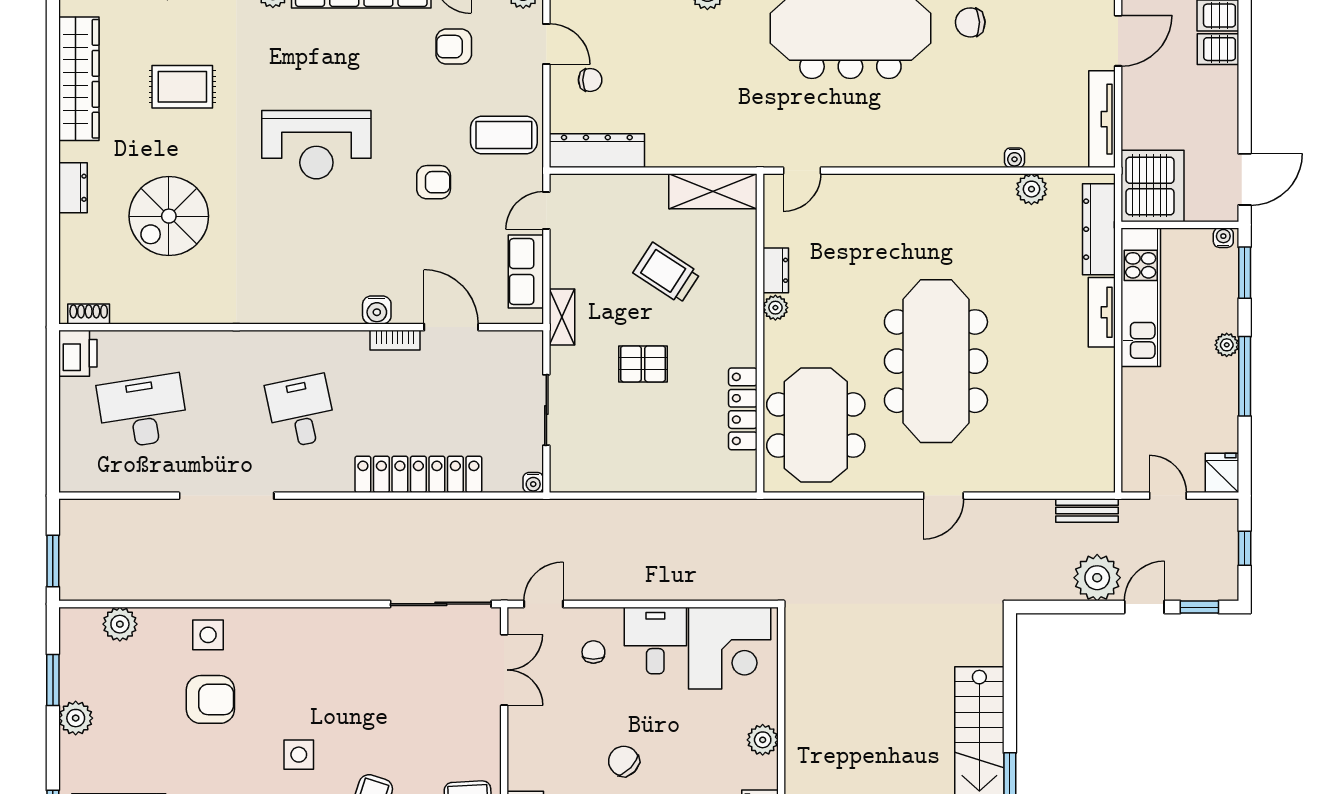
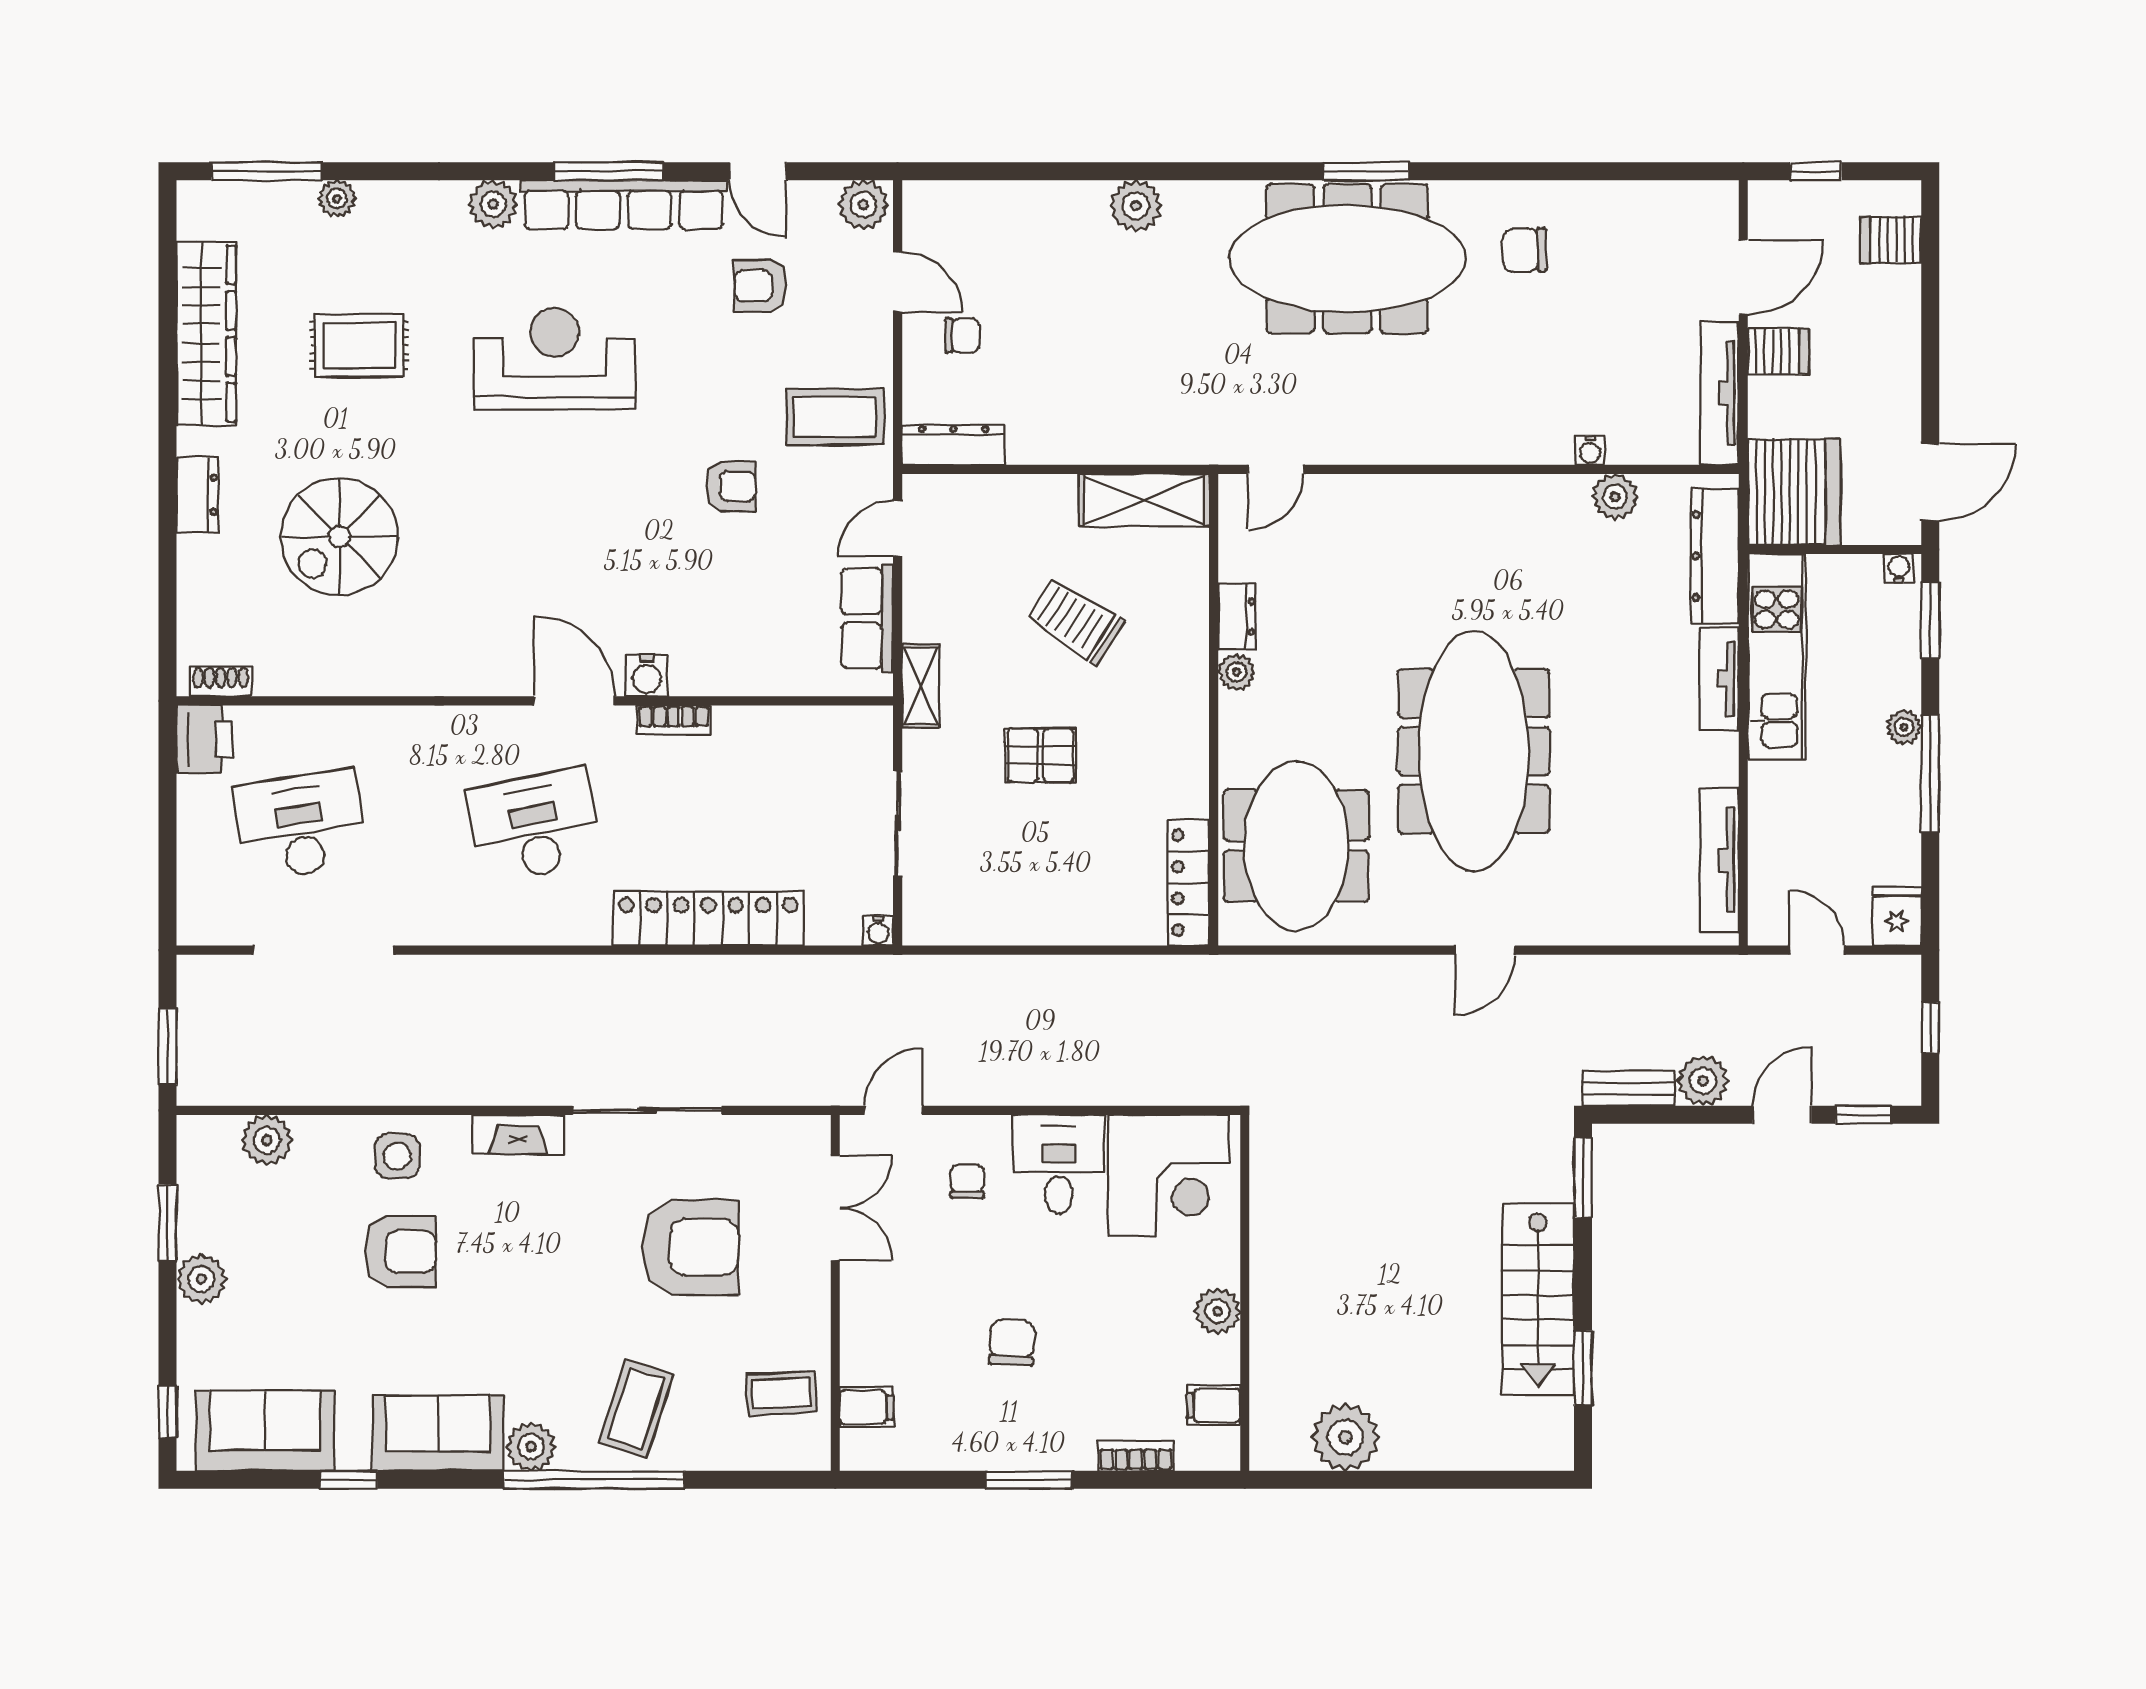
server rack: (1218, 49) -> (1778, 351), moved, turned 180
reception desk: (316, 145) -> (555, 359), moved, turned 180
dresser: (597, 151) -> (954, 445), width x0.73, depth x0.80
door: (451, 327) -> (574, 701), moved
locker: (743, 409) -> (1188, 883), moved
desk: (301, 411) -> (535, 825), width x1.37
tv unit: (1102, 435) -> (1719, 860), added
doorway: (227, 496) -> (323, 950), moved
bench: (1087, 511) -> (1628, 1088), moved
plant: (1097, 578) -> (1703, 1081), width x0.73, depth x0.73
sliding door: (441, 604) -> (647, 1110), moved
fireplace: (290, 620) -> (518, 1134), added
window: (1010, 650) -> (1583, 1178), added
armchair: (406, 697) -> (691, 1247), added
side table: (299, 755) -> (531, 1333), removed
chair: (624, 761) -> (1012, 1343), turned 49

